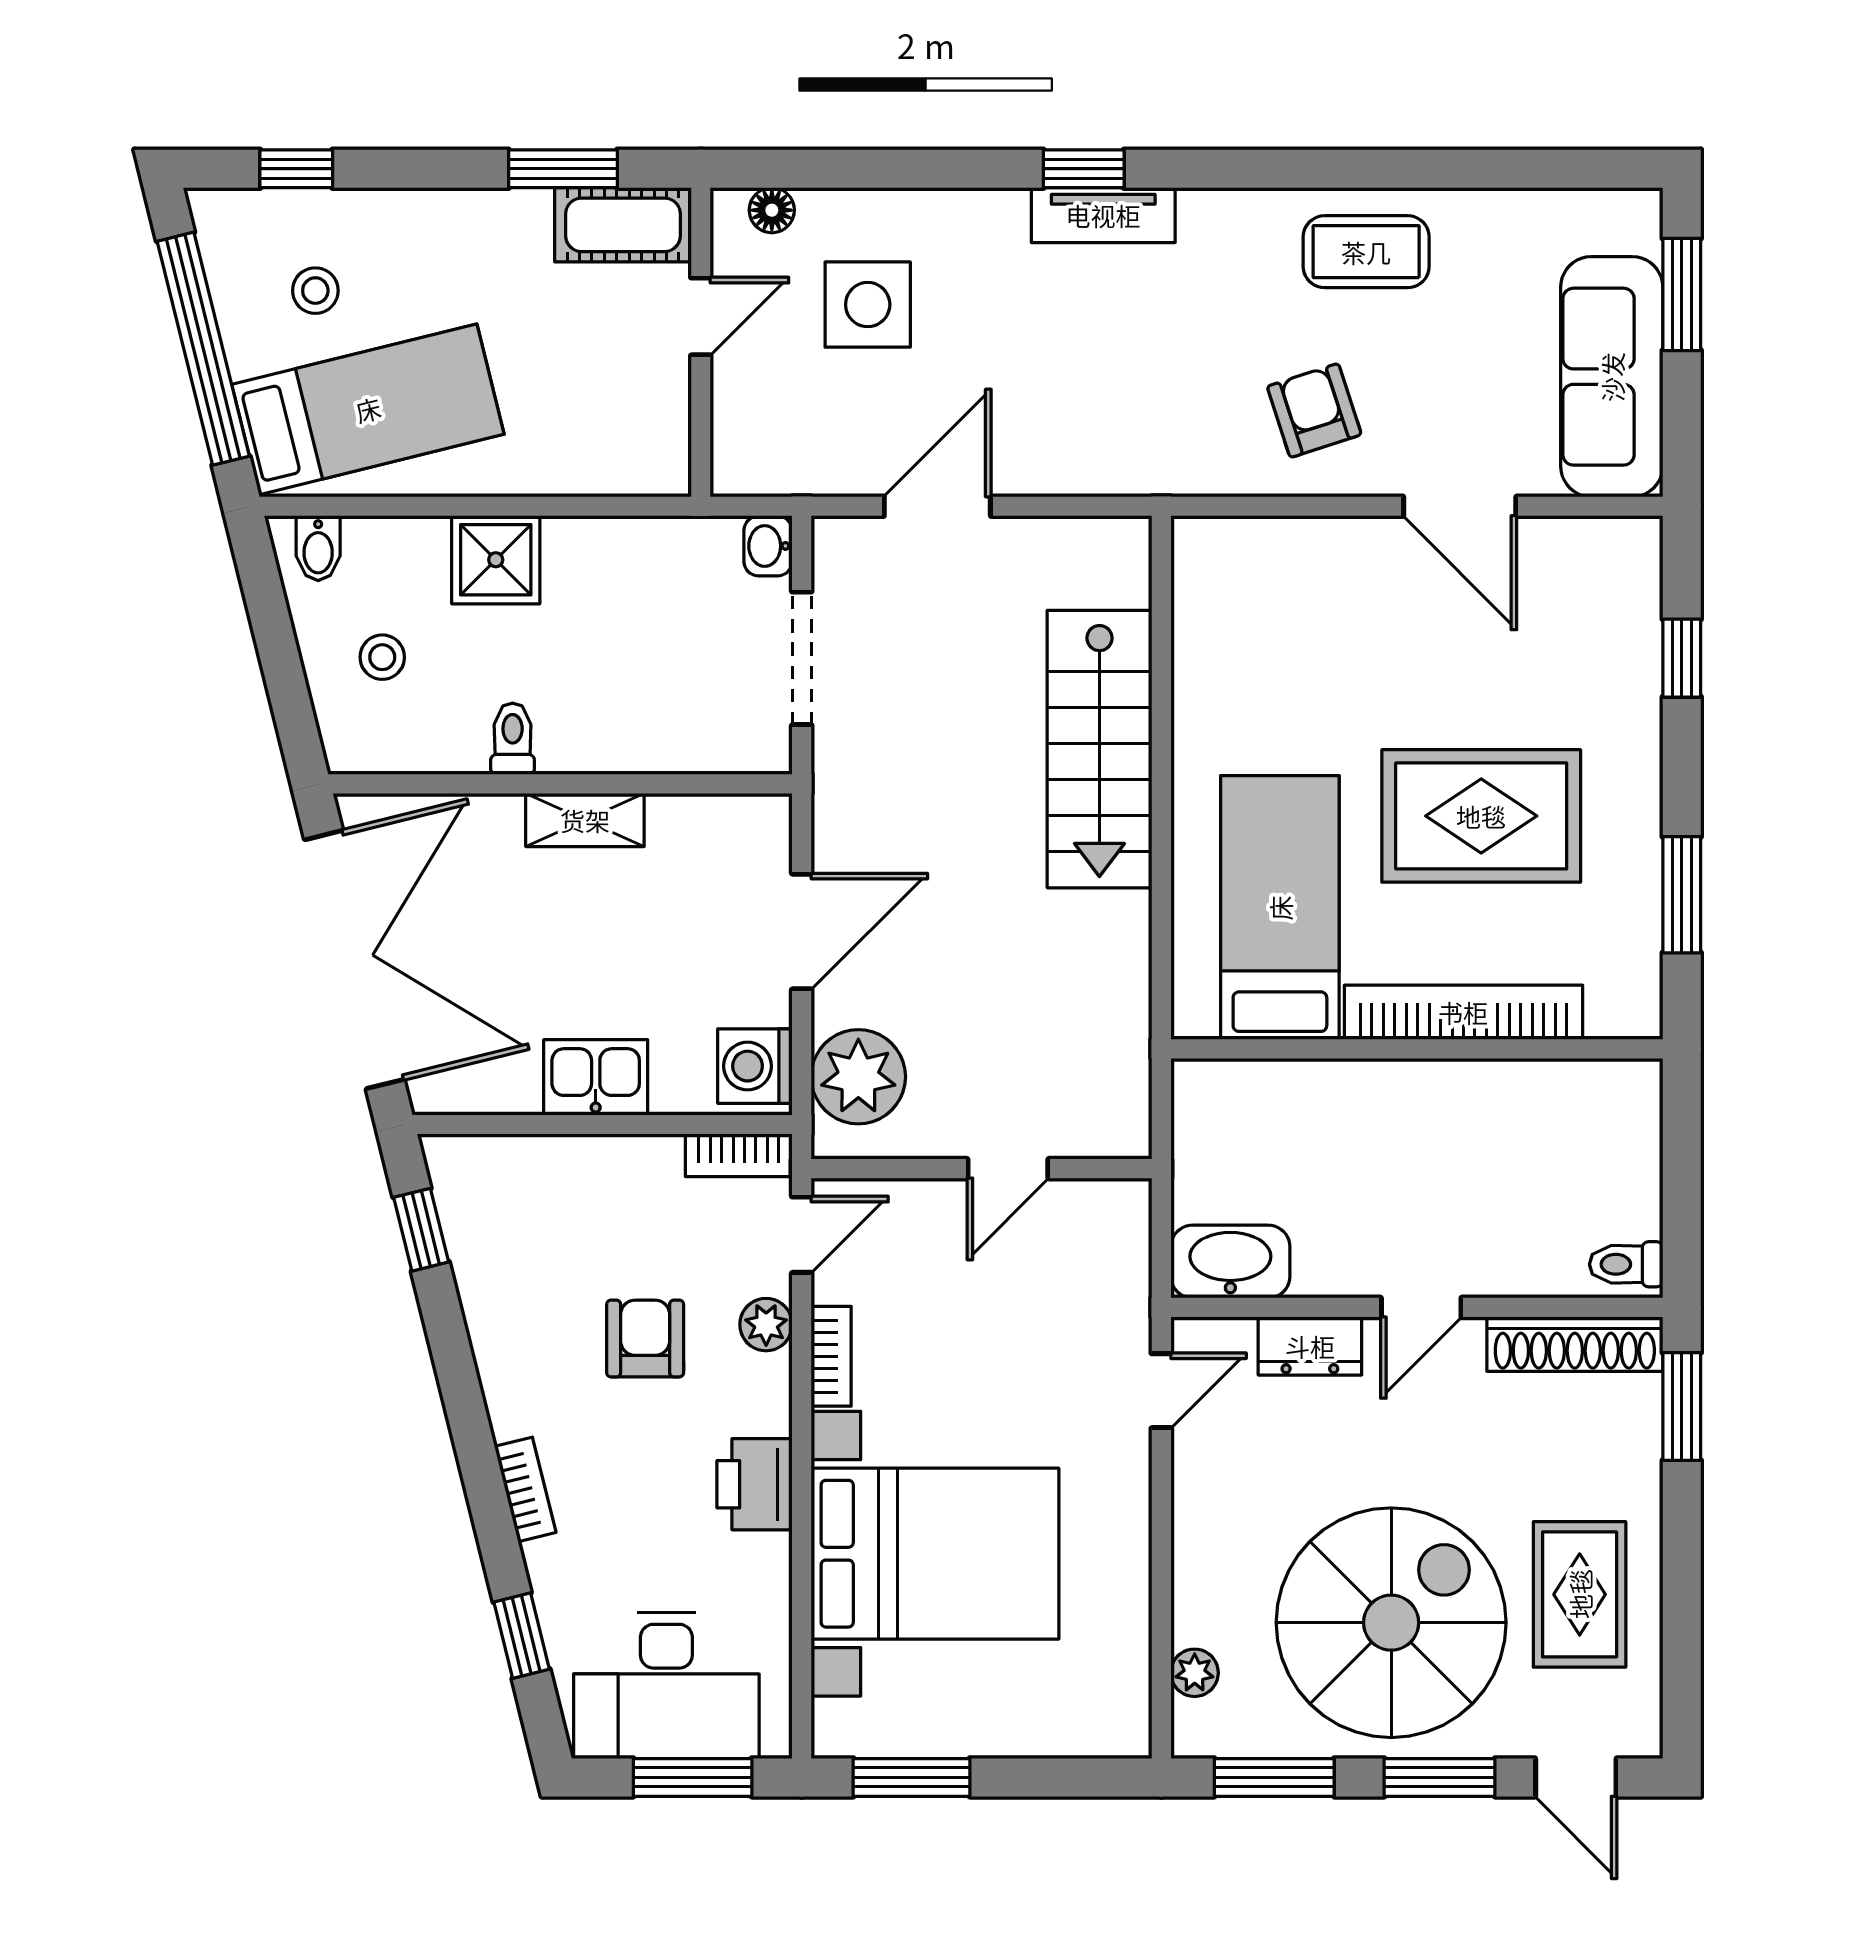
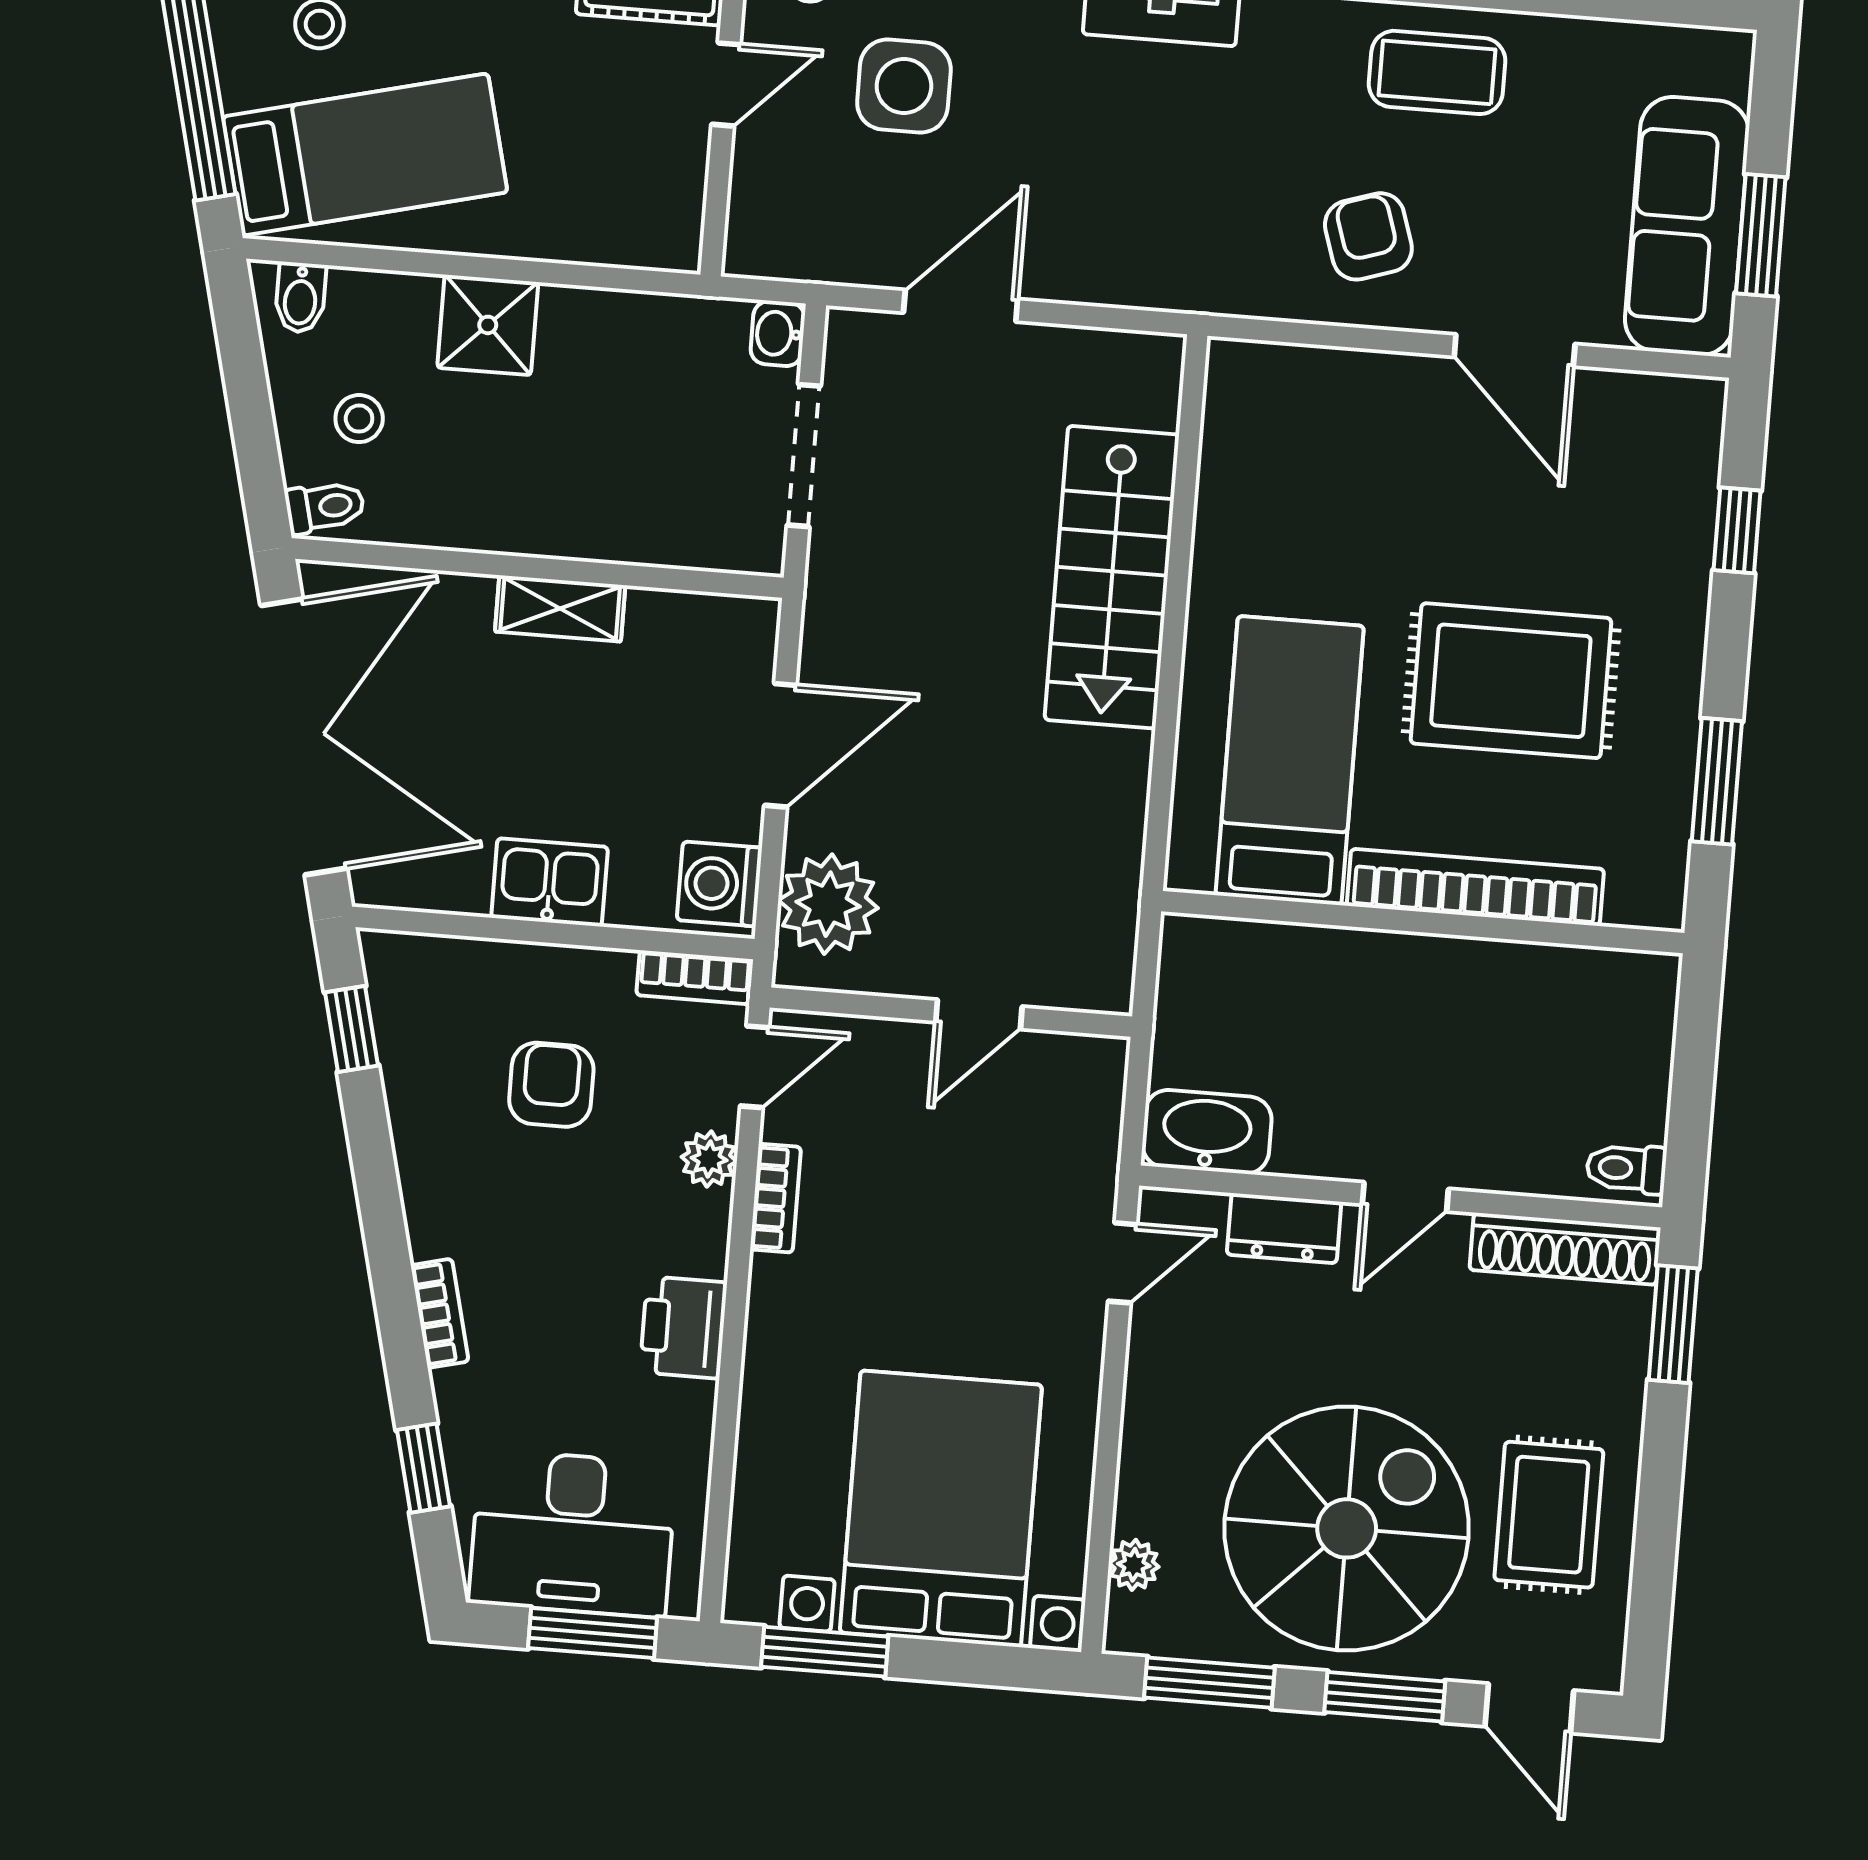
window: (1682, 294) -> (1761, 235), moved
toilet: (513, 739) -> (325, 507), moved, turned 76
armchair: (645, 1338) -> (551, 1085), moved
bed with nightstands: (935, 1554) -> (941, 1509), moved, turned -90

